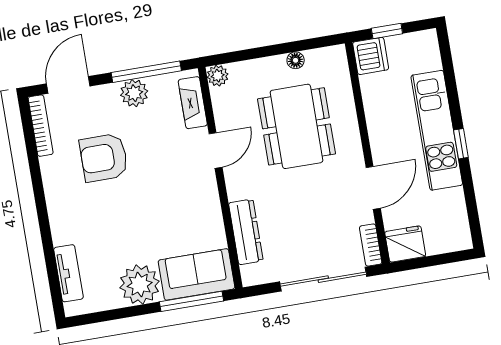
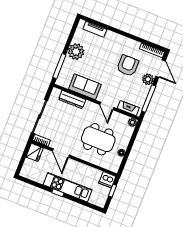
plant: (134, 93) -> (148, 79), moved
sofa: (197, 274) -> (85, 87), moved, turned -90

